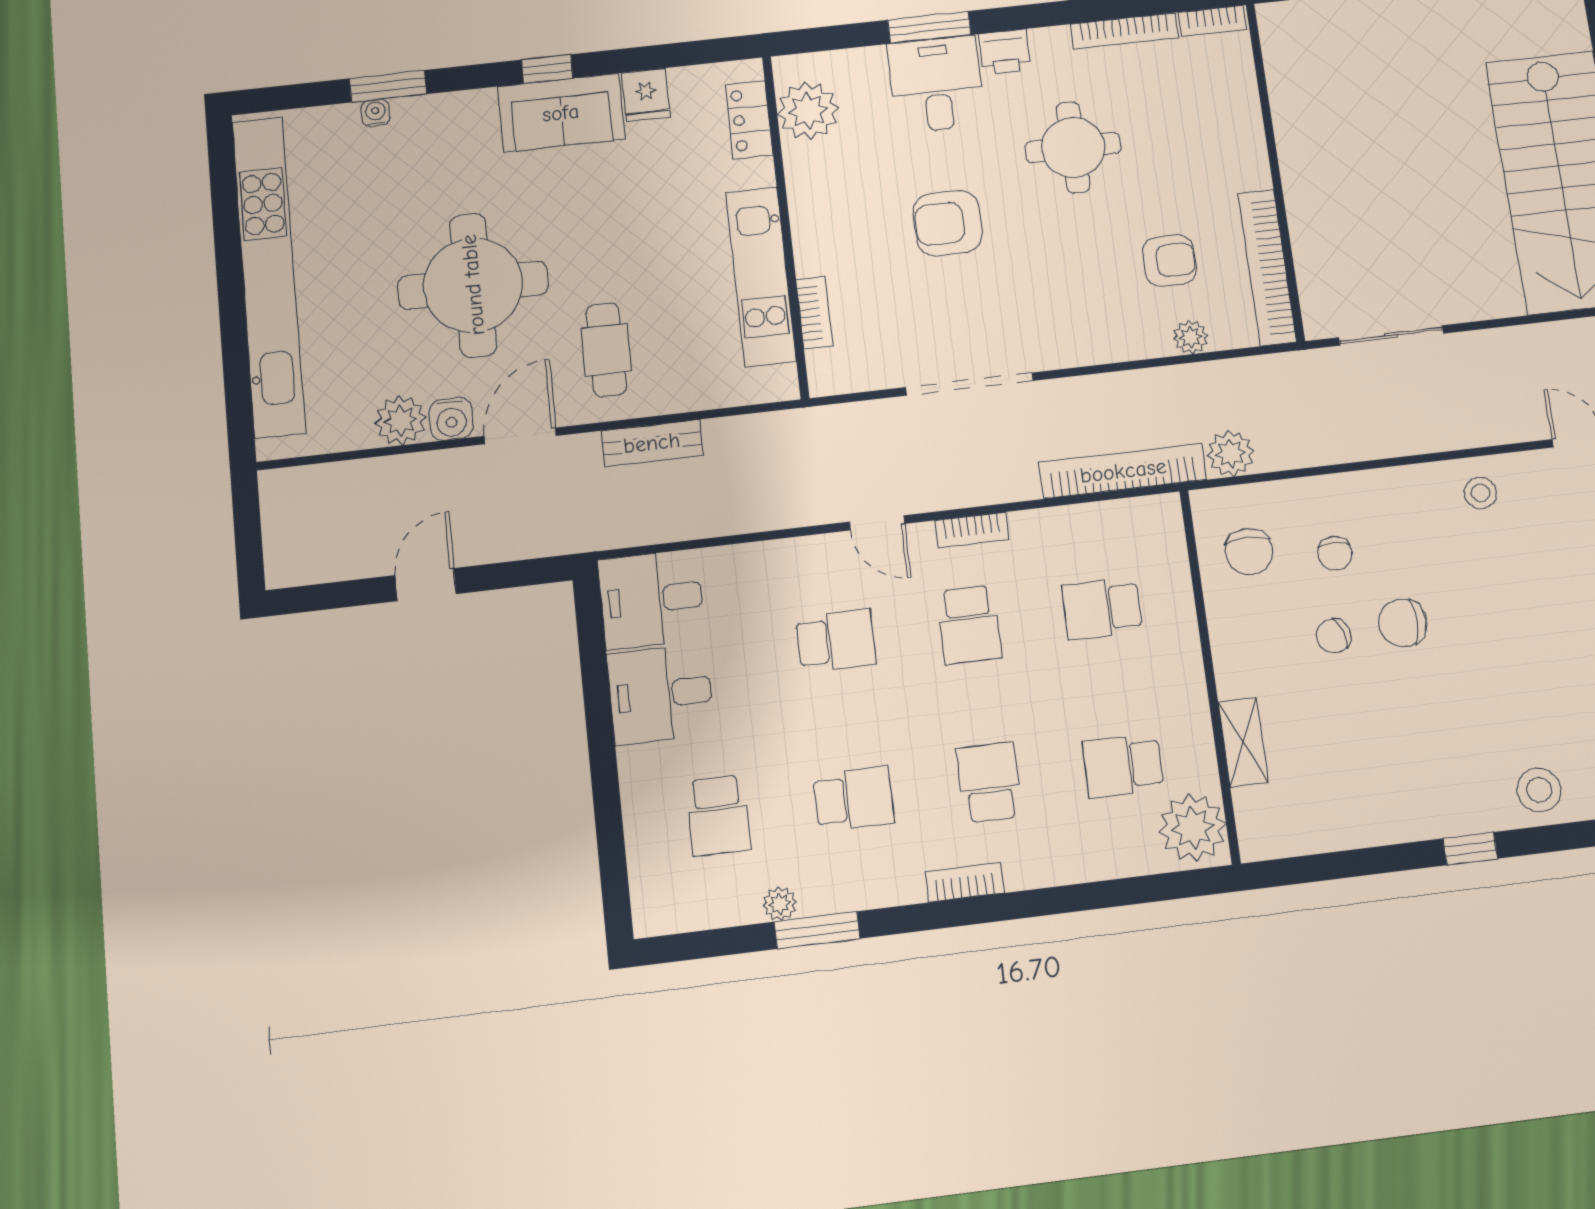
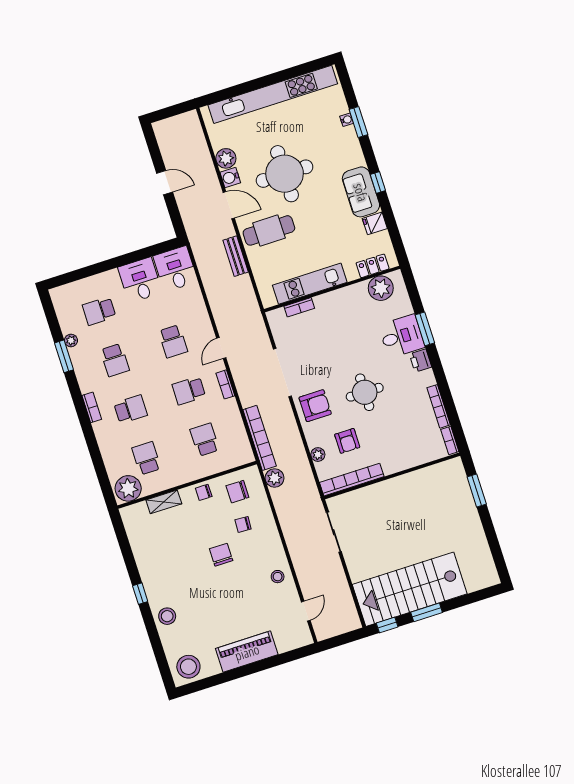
round table: (1073, 147) -> (365, 392), moved
armchair: (947, 223) -> (315, 406), moved, turned 90
cafe table: (606, 350) -> (269, 230), width x1.37, depth x1.35
chair: (1334, 636) -> (204, 492), moved, turned -71

